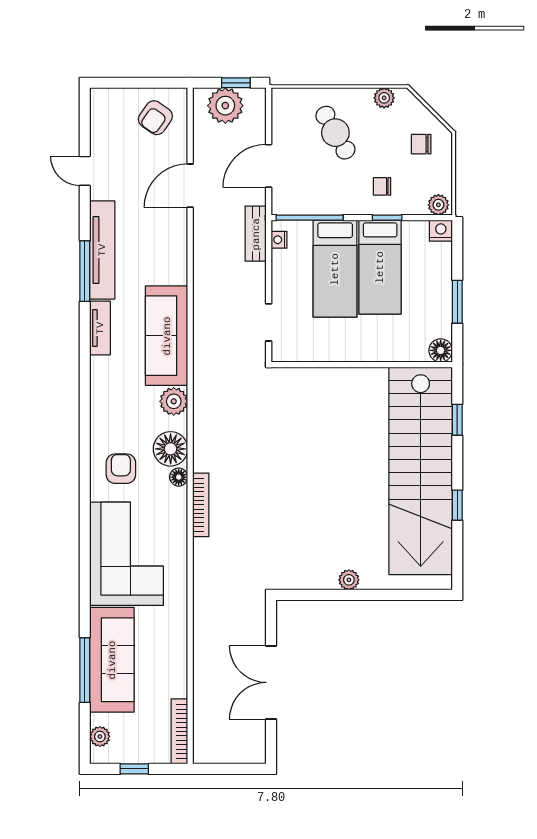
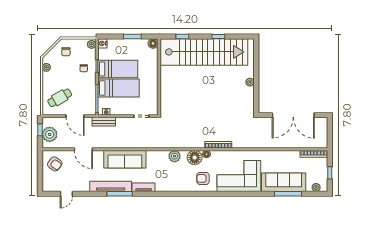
cafe table: (335, 133) -> (60, 98), moved
door: (85, 171) -> (66, 194), moved
sofa: (167, 336) -> (125, 159), moved
double door: (271, 682) -> (293, 115), width x1.36

